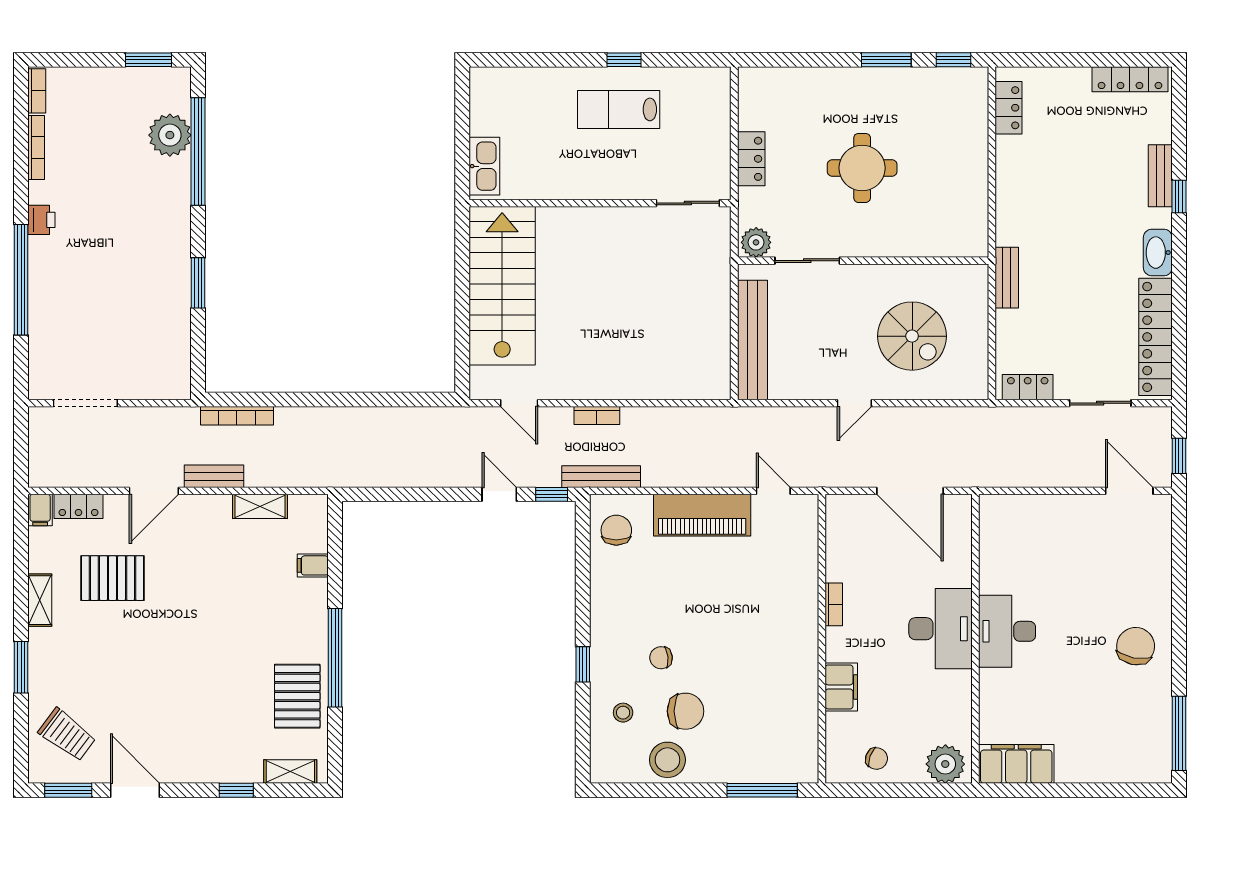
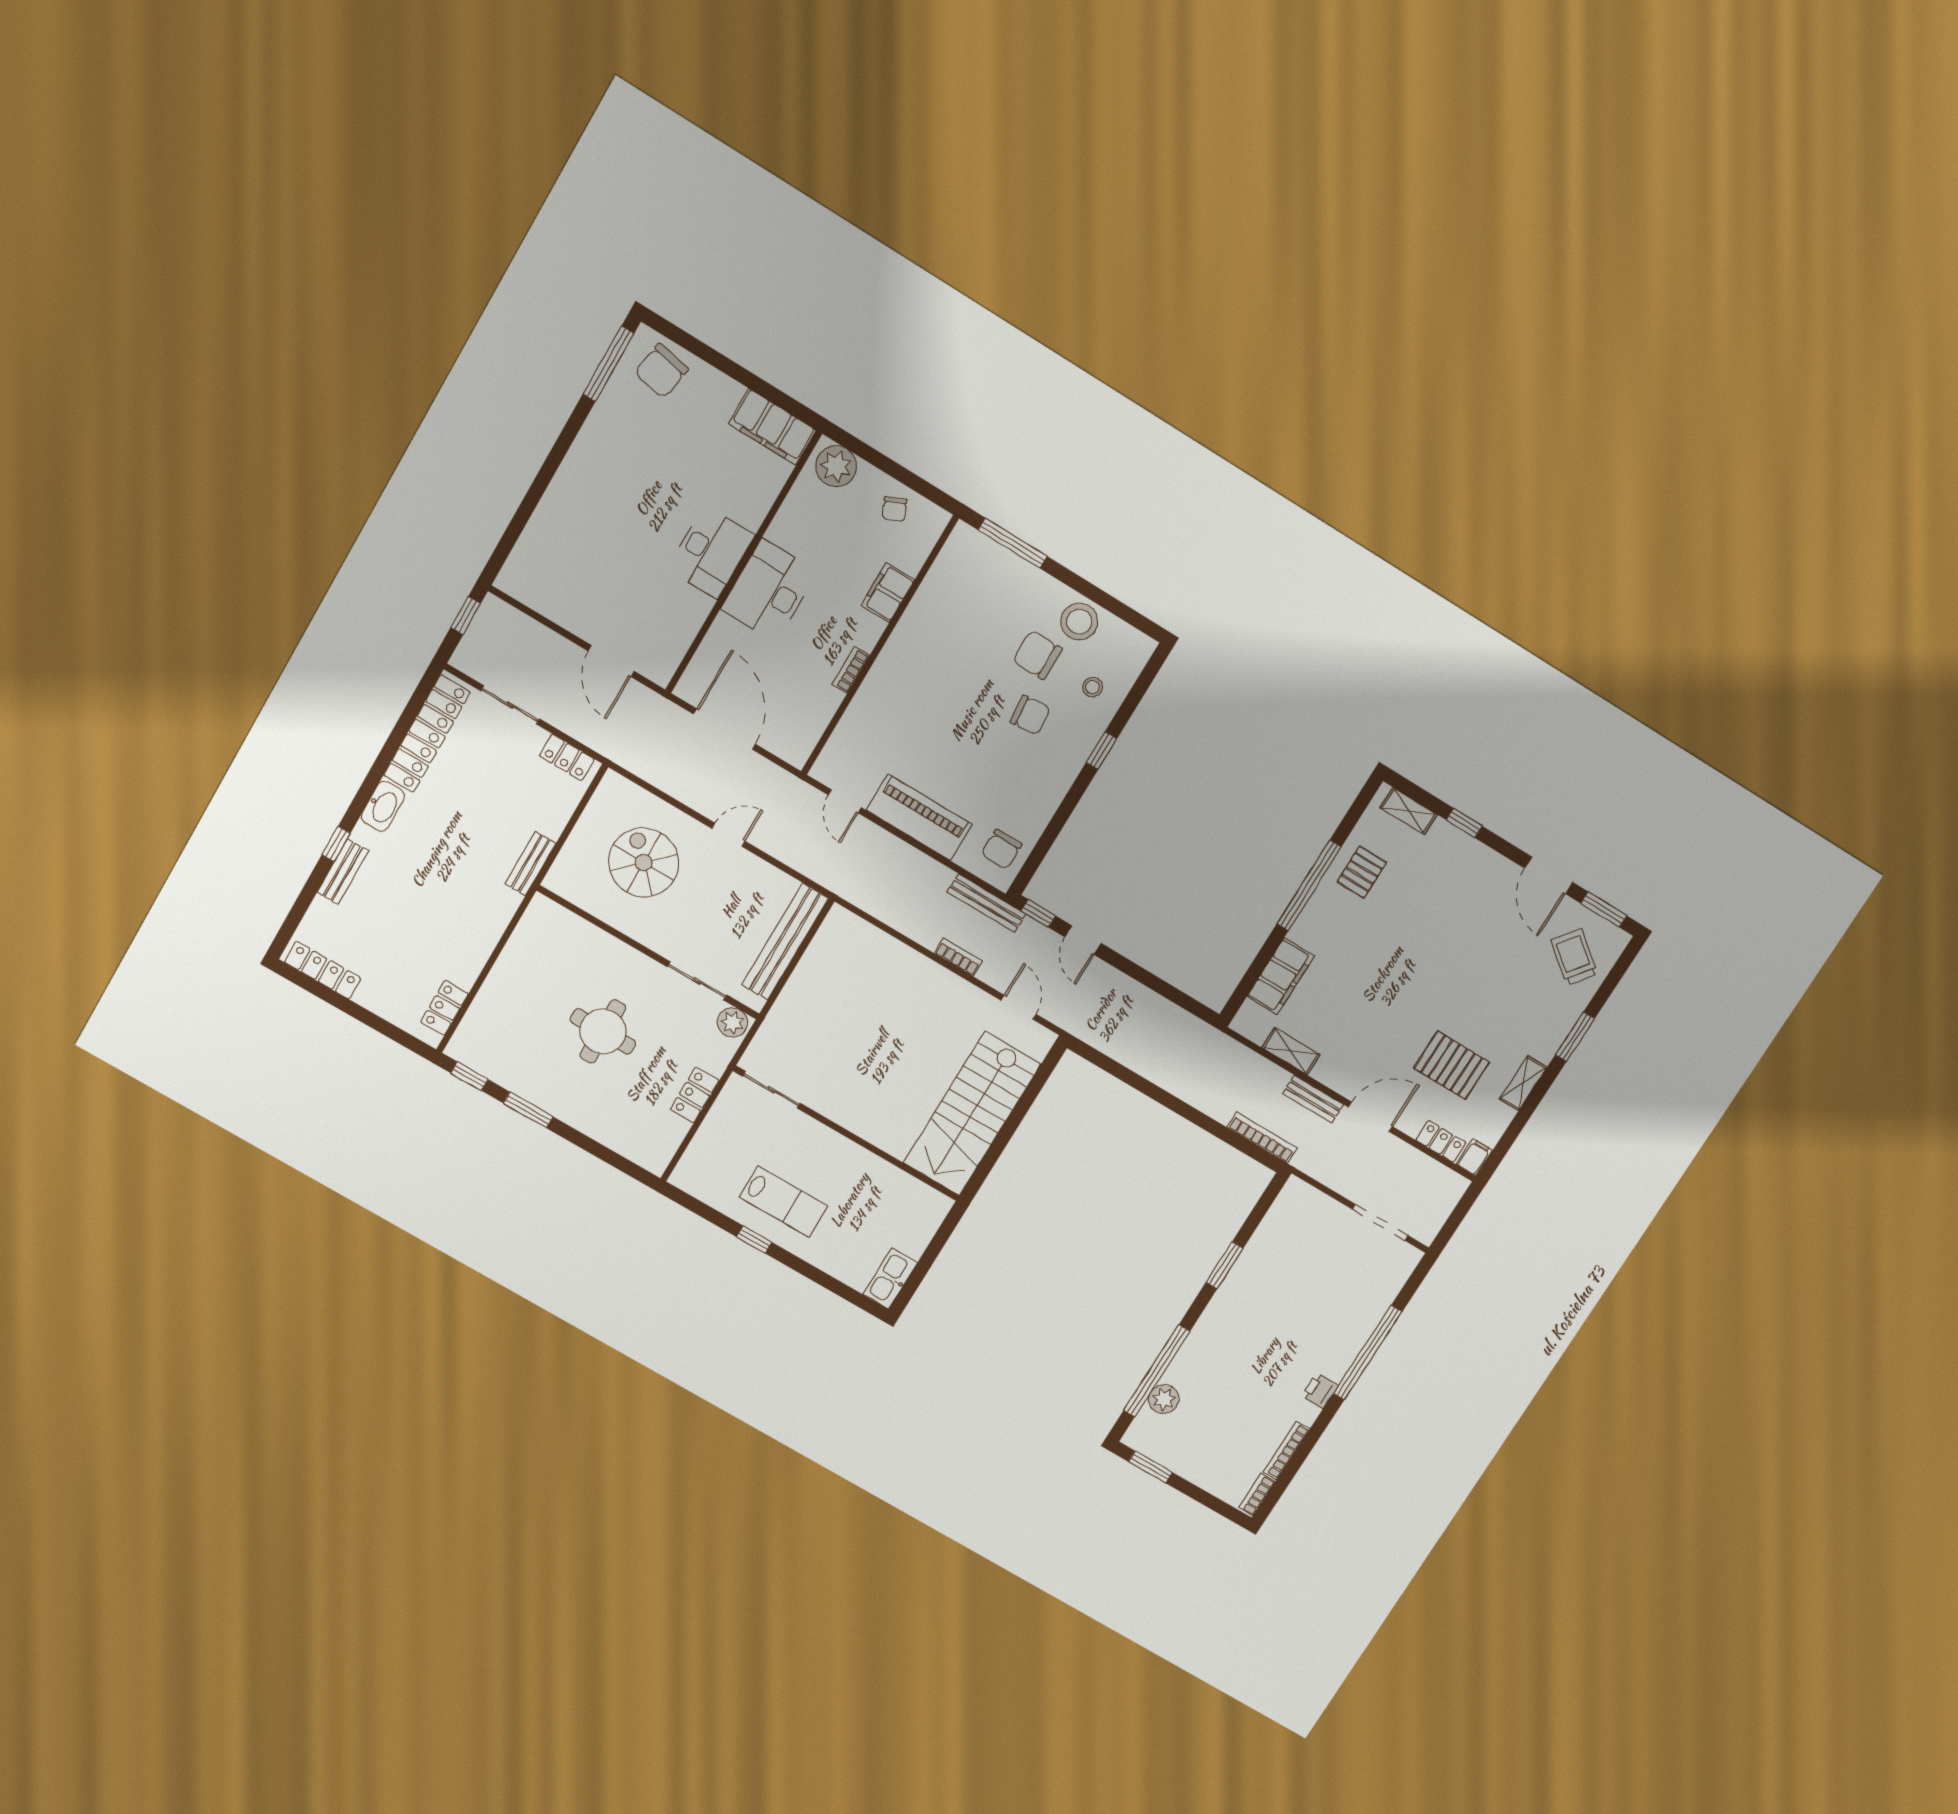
plant: (170, 135) -> (1164, 1399), width x0.73, depth x0.73
kitchen sink: (484, 166) -> (890, 1278), moved
door: (1129, 491) -> (611, 661), moved
filing cabinet: (313, 565) -> (1280, 976), width x3.00, depth x1.17
chair: (1136, 646) -> (661, 371), moved
chair: (661, 658) -> (1030, 715), width x1.37, depth x1.37
pallet: (297, 696) -> (1362, 872), width x0.67, depth x0.71
chair: (876, 759) -> (895, 509), turned -134

